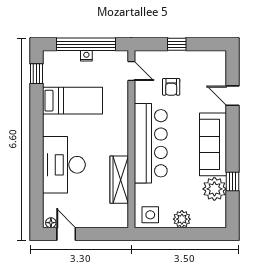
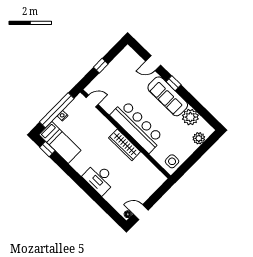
armchair: (171, 87) -> (119, 89), removed
bed: (72, 101) -> (60, 142), moved, turned 90
desk: (64, 165) -> (99, 178), width x0.73, depth x0.77
wardrobe: (119, 180) -> (125, 145), moved
window: (232, 182) -> (174, 83), moved
plant: (182, 219) -> (199, 138), moved

